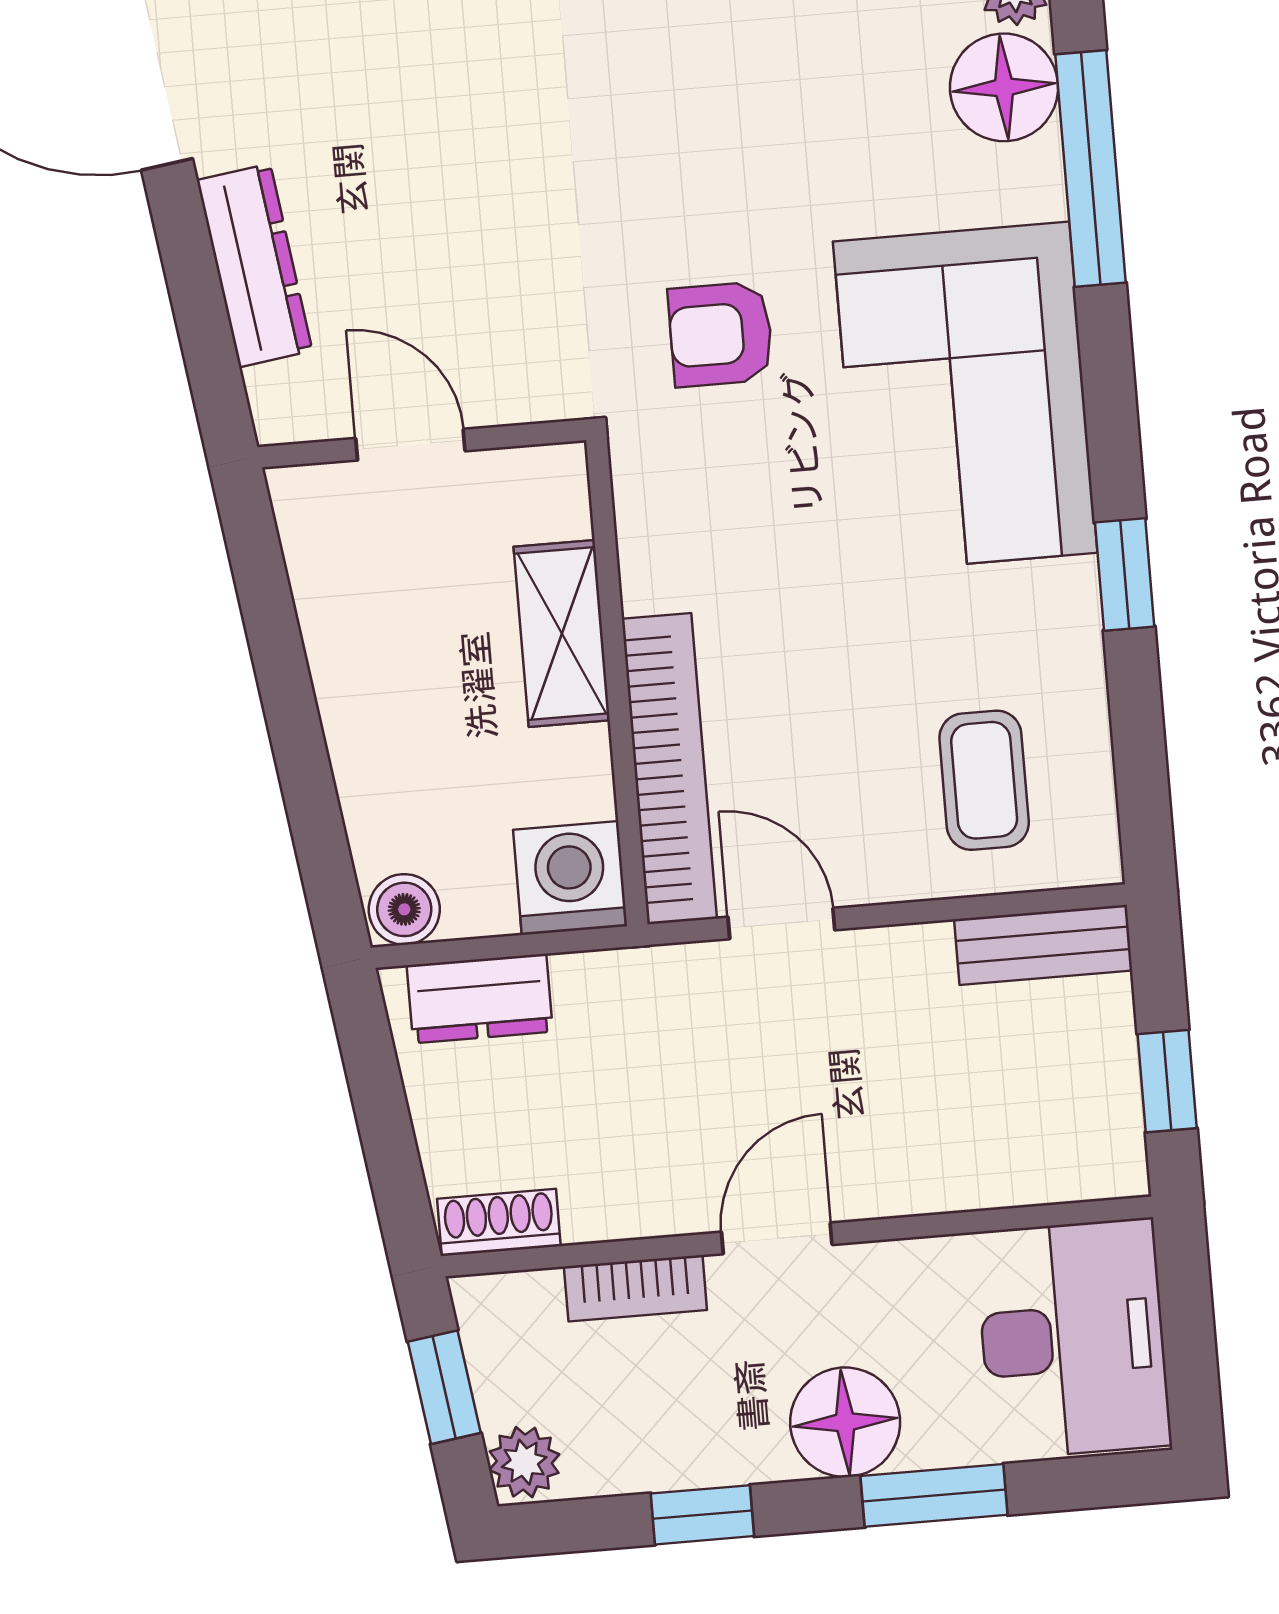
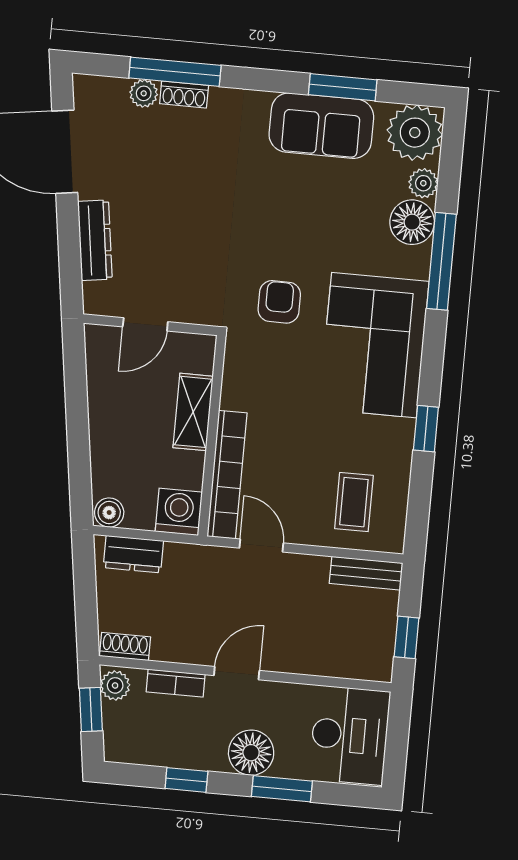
armchair: (721, 334) -> (279, 302), turned 90
door: (410, 445) -> (145, 324), swing flipped
plant: (524, 1462) -> (115, 685), moved

